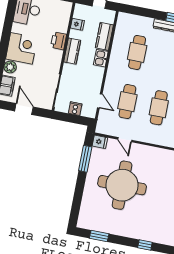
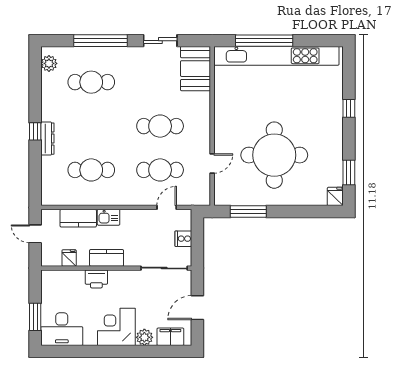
fridge: (100, 142) -> (335, 196), moved

